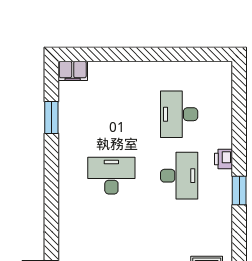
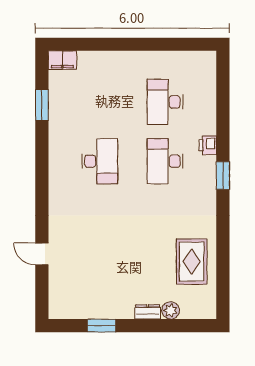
desk: (111, 176) -> (100, 161), turned 90
desk: (179, 176) -> (165, 161), turned 180

